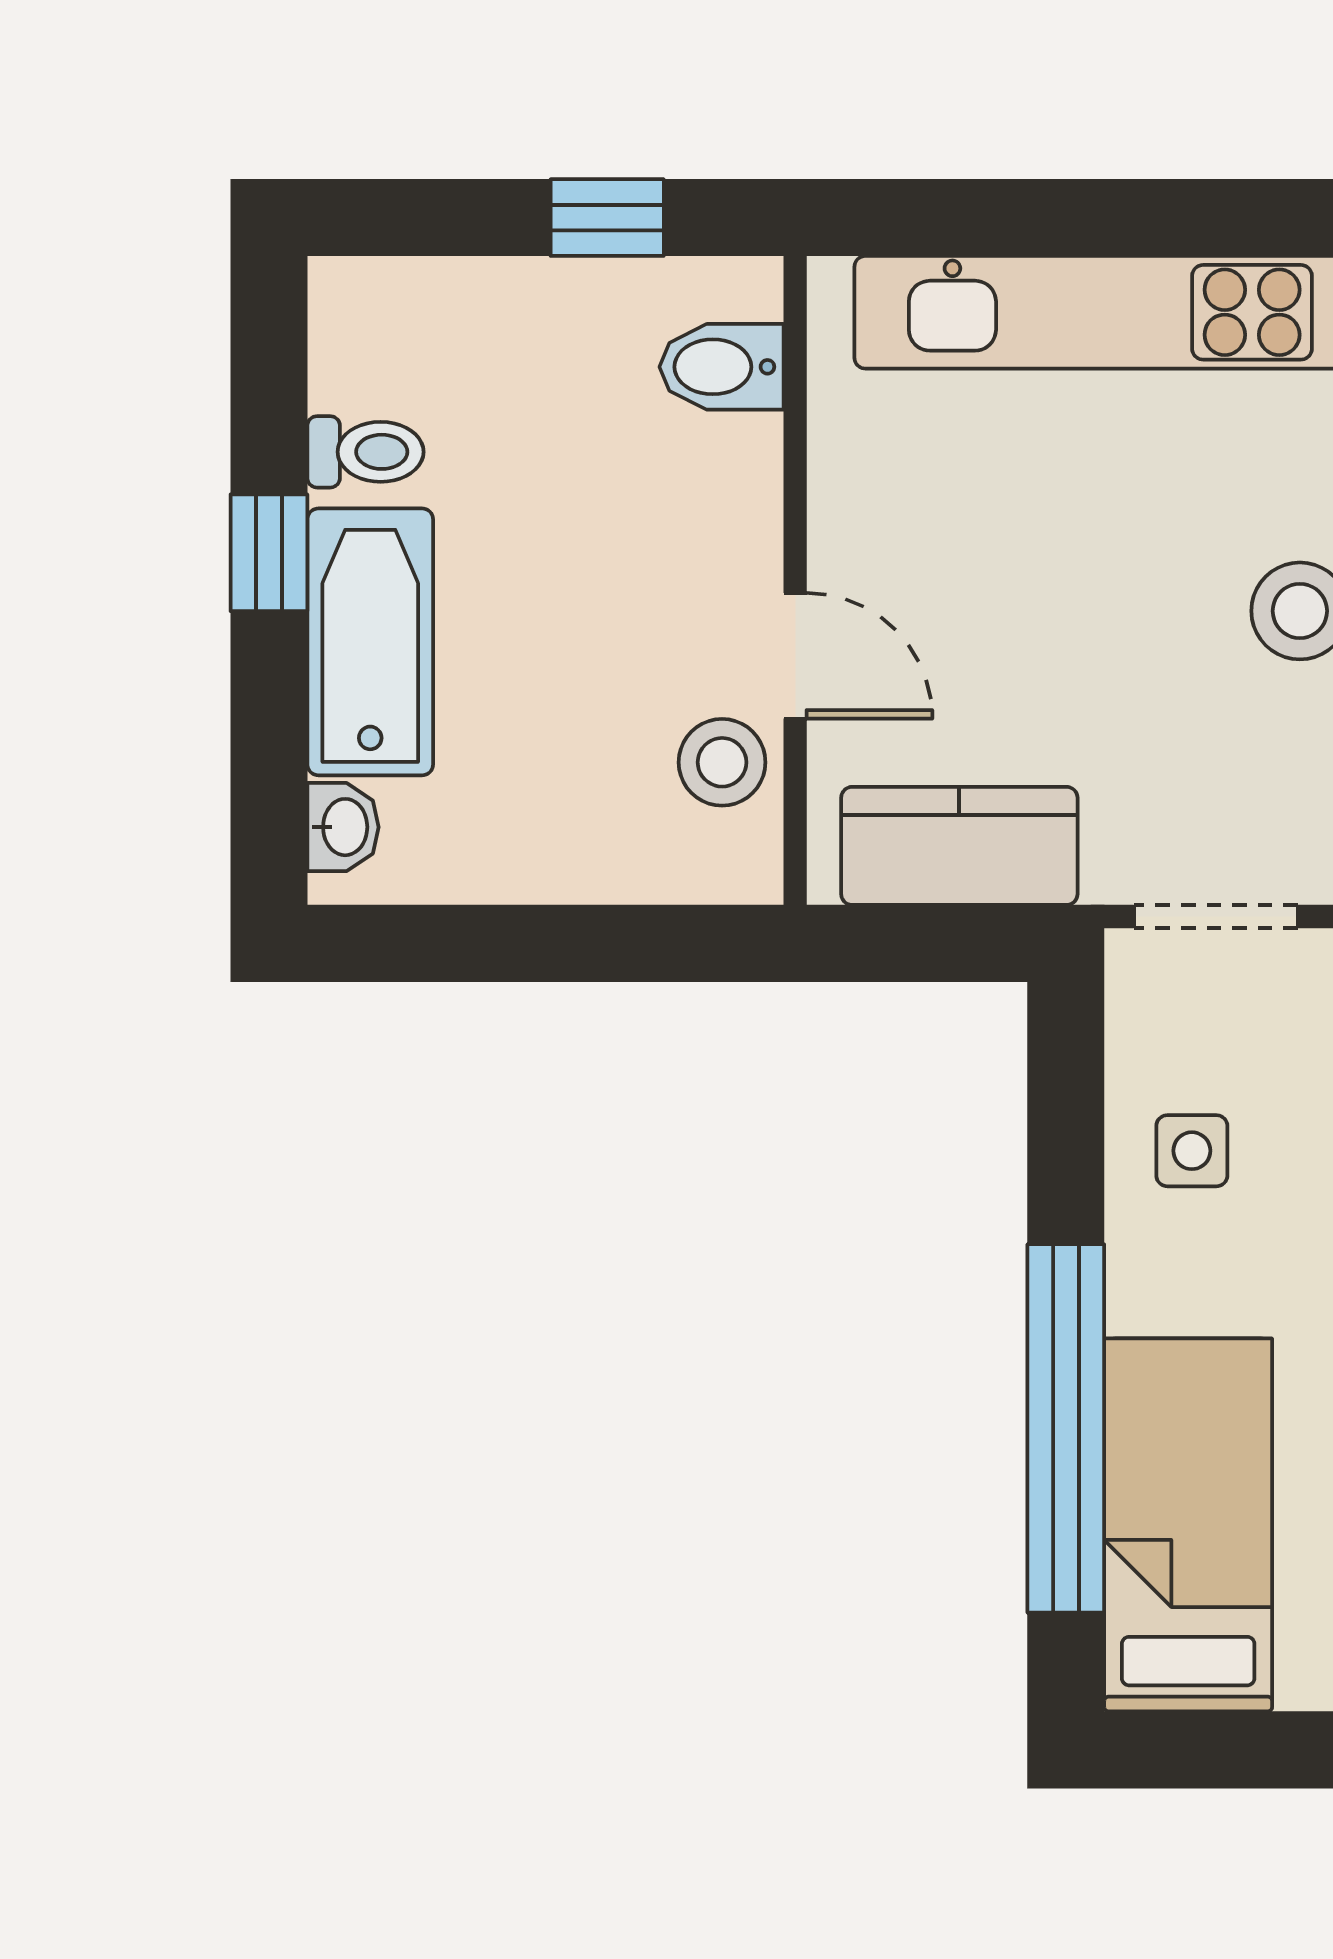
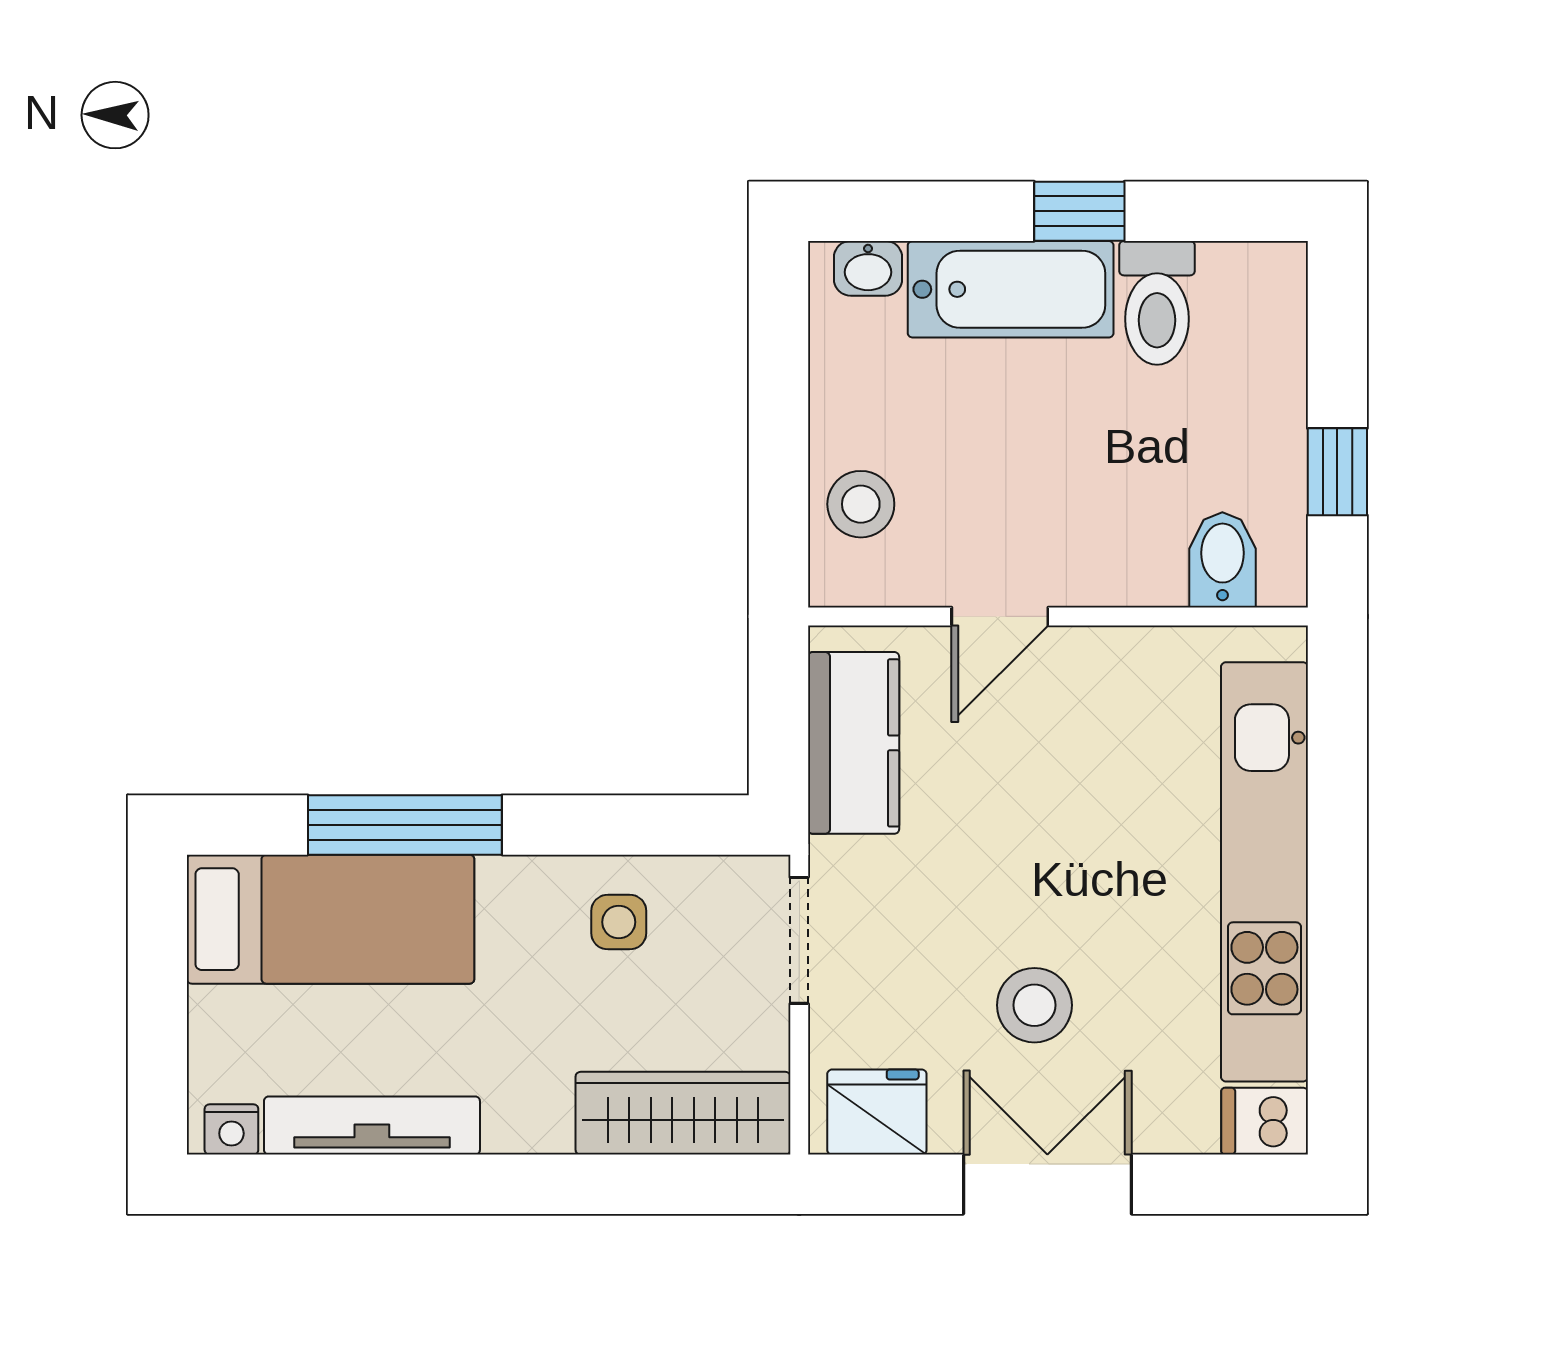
toilet: (365, 452) -> (1157, 303), width x1.37, depth x1.39
stool: (722, 762) -> (861, 504), moved
window: (1066, 1428) -> (405, 825), width x0.68

